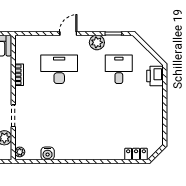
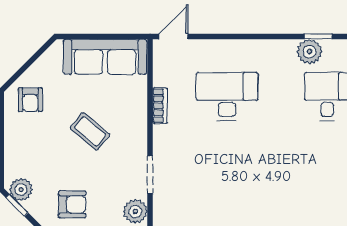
door: (68, 33) -> (173, 37), moved
plant: (97, 42) -> (309, 52), moved

